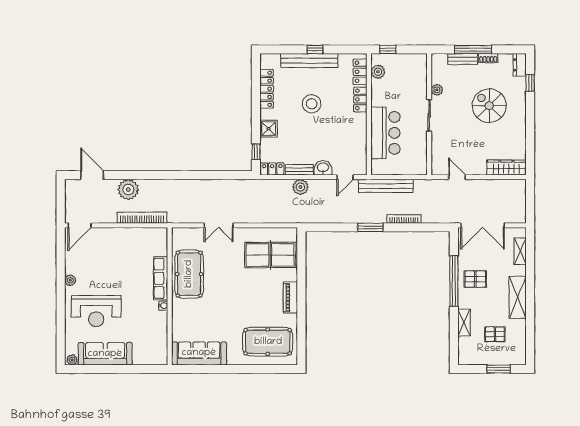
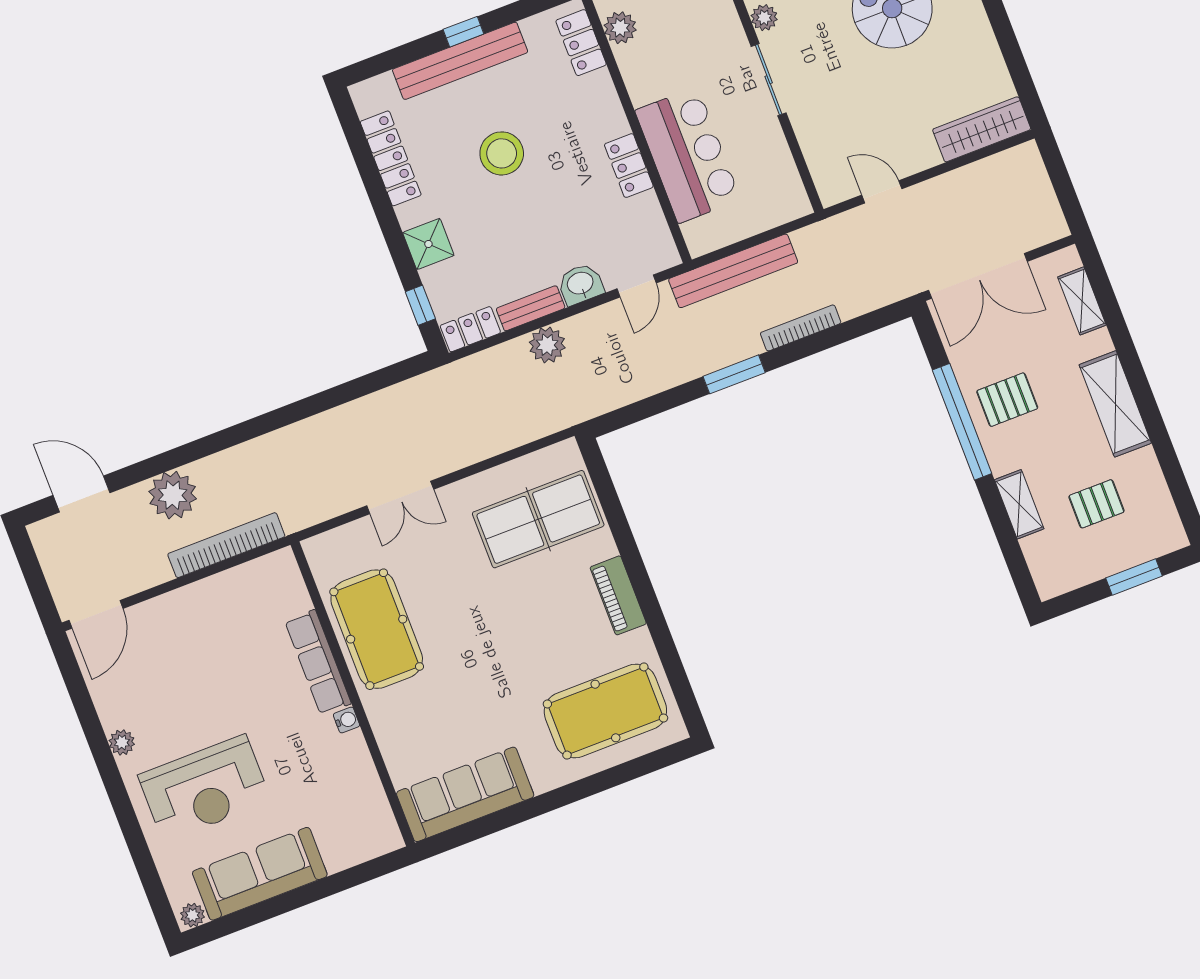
locker: (360, 99) -> (629, 166), moved

